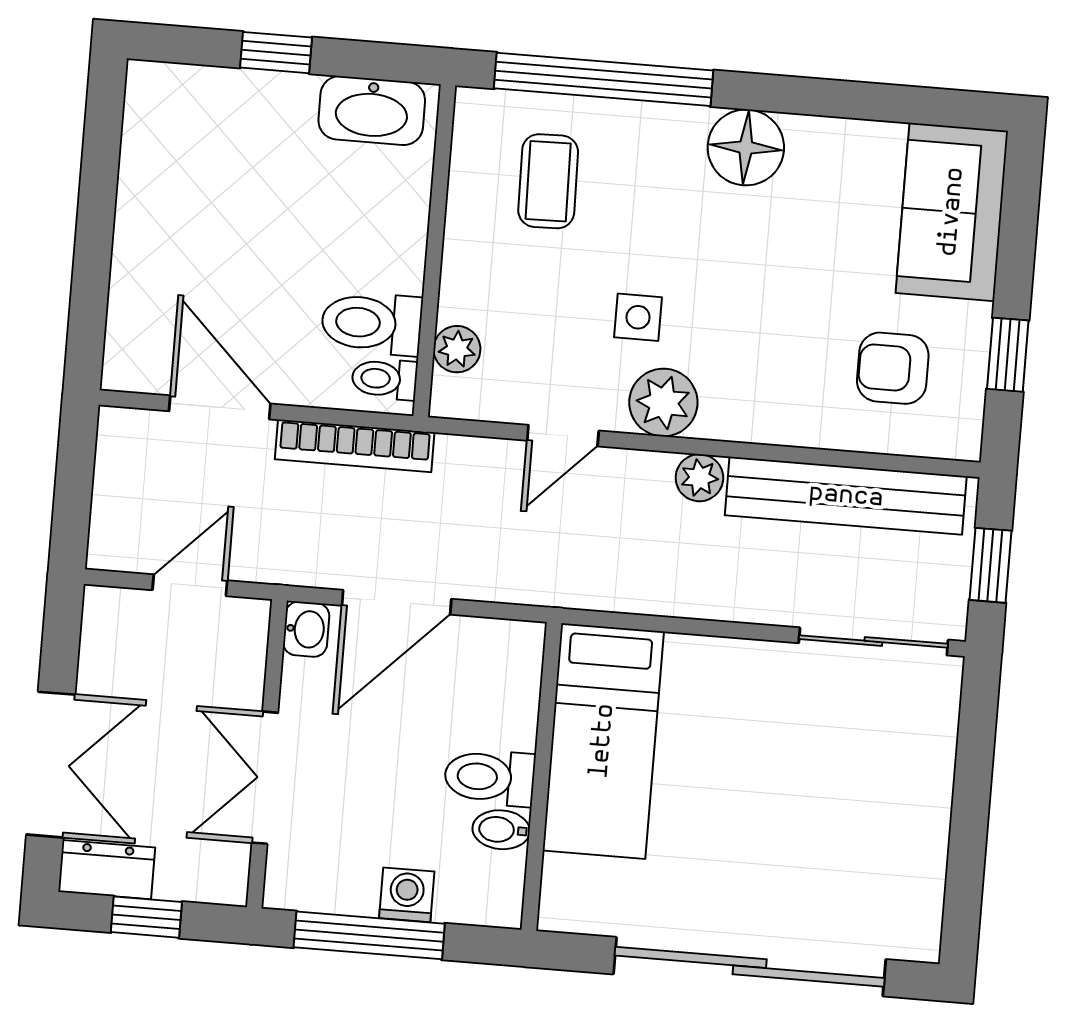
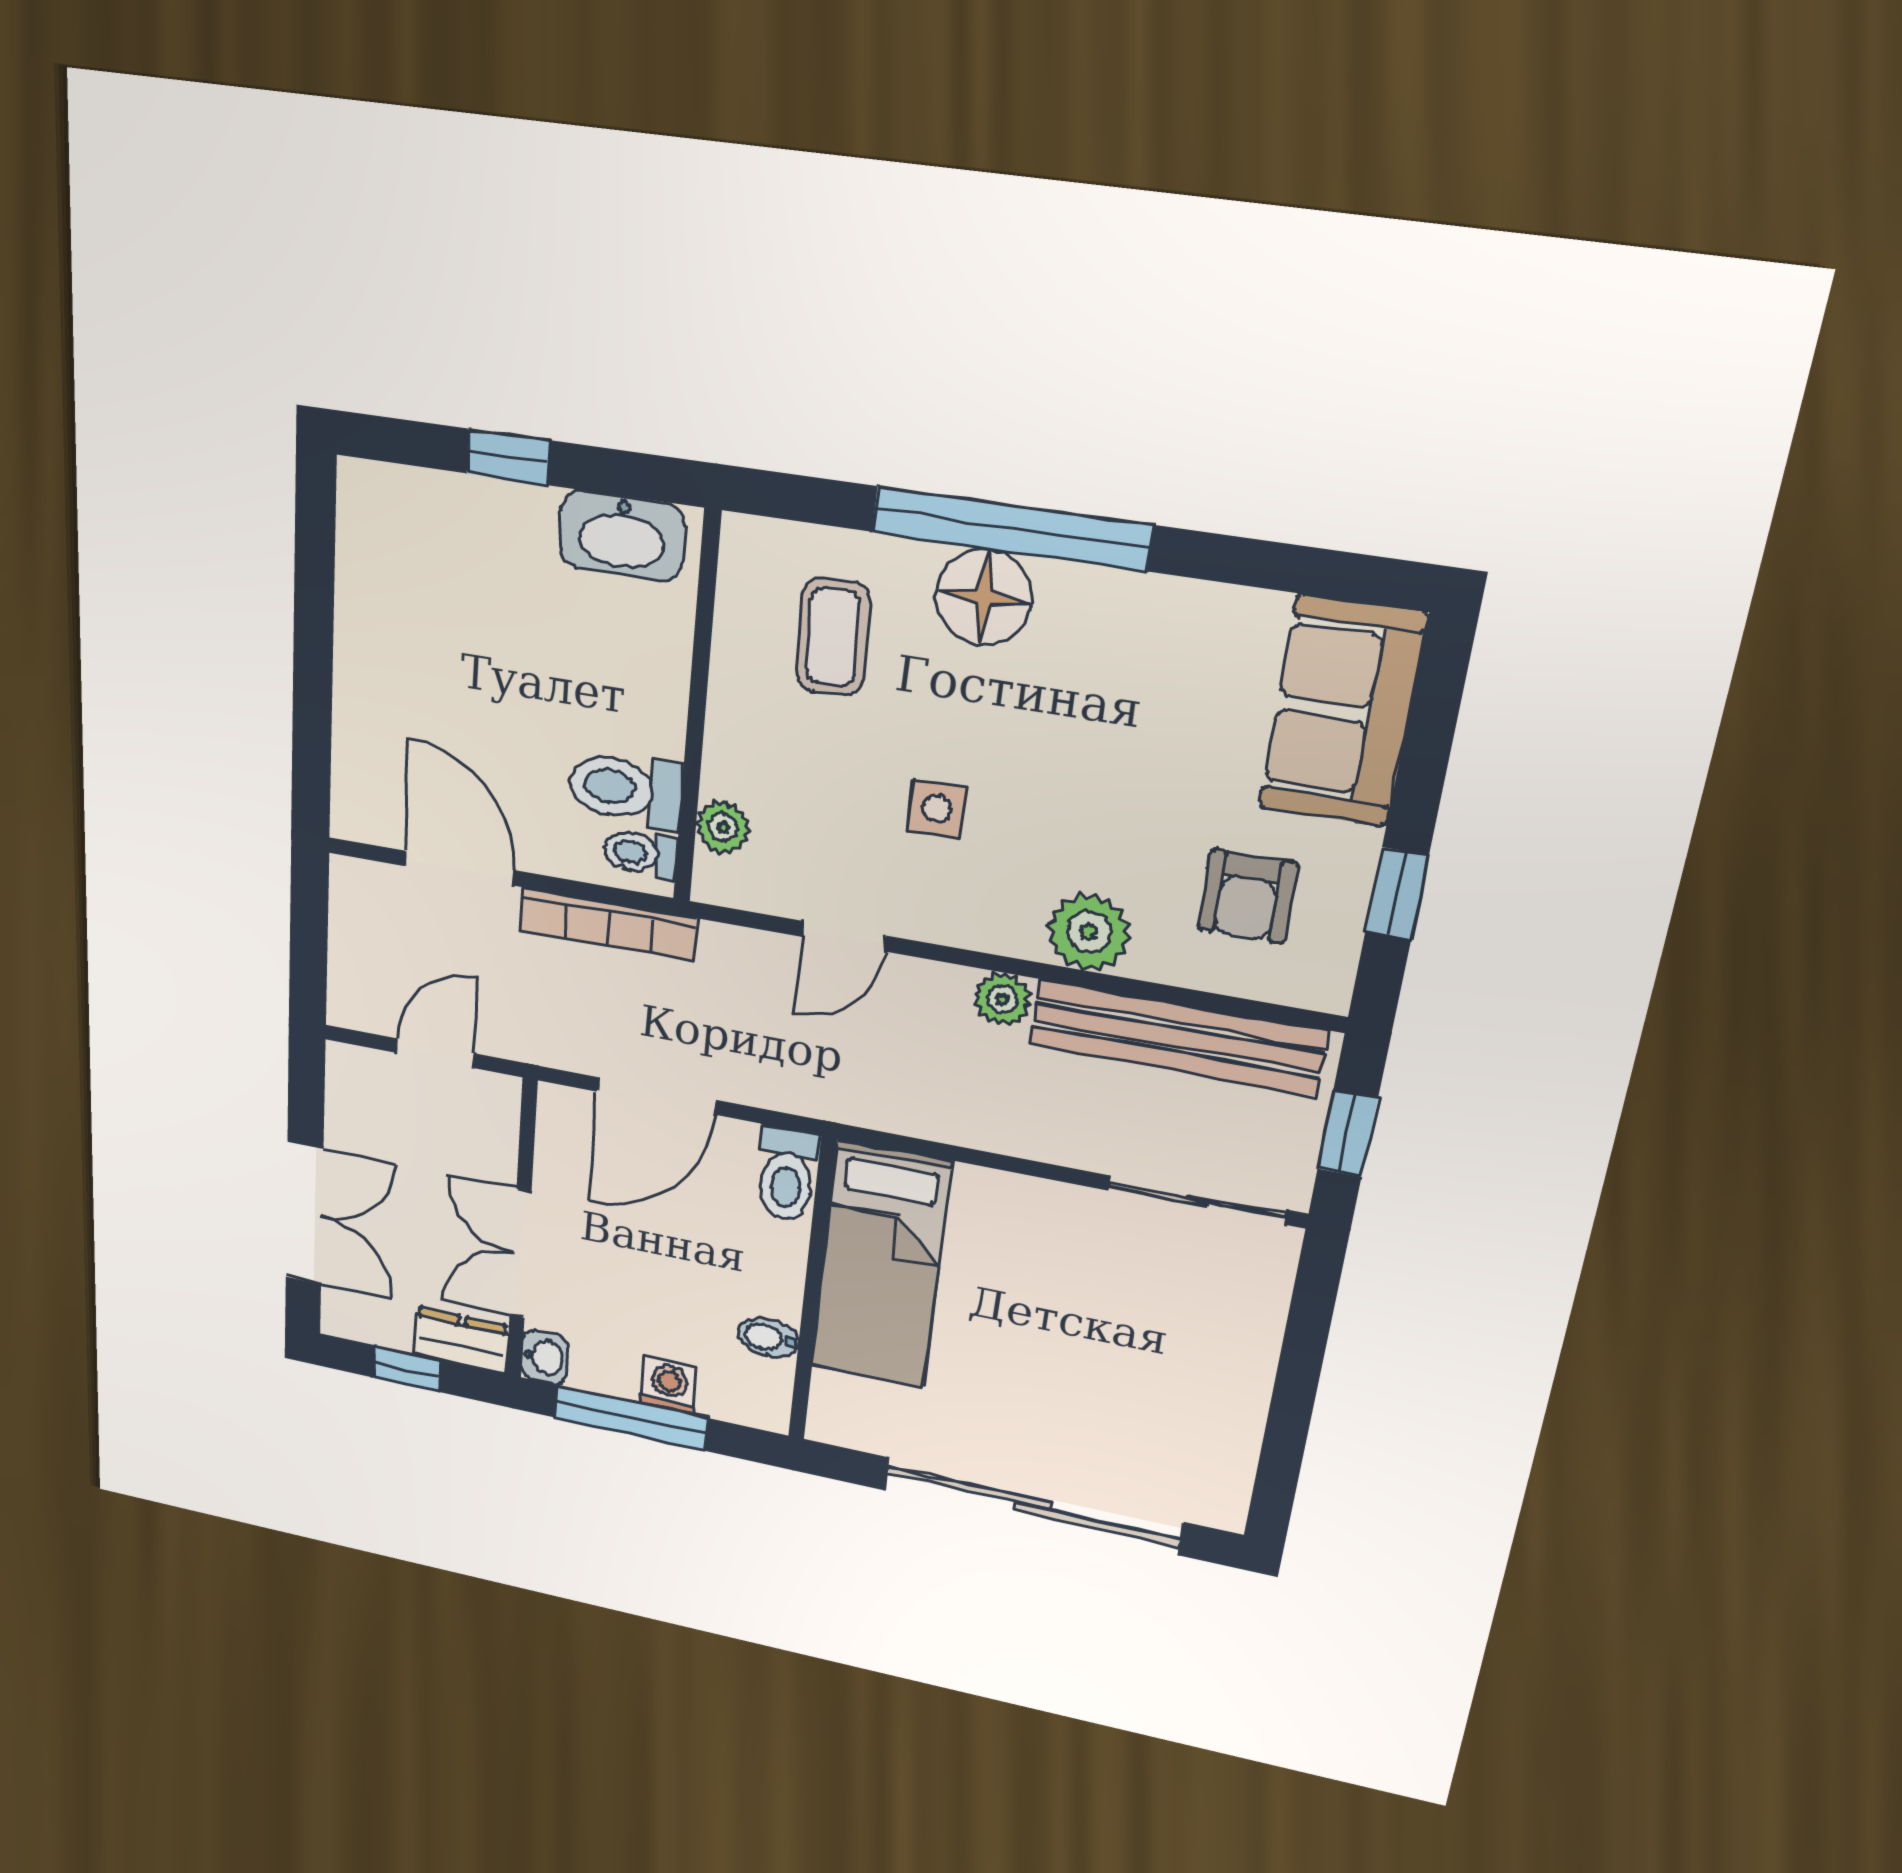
window: (604, 79) -> (1011, 529), moved
floor lamp: (746, 147) -> (984, 597), moved
armchair: (893, 368) -> (1248, 896), turned -90
plant: (663, 402) -> (1089, 932), moved
washbasin: (306, 629) -> (544, 1357), moved
toilet: (490, 777) -> (787, 1175), moved, turned -90
dresser: (107, 870) -> (461, 1340), moved

